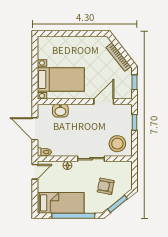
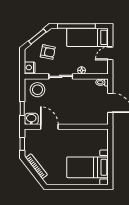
bed with nightstands: (61, 79) -> (87, 167), moved
door: (104, 102) -> (49, 127), swing flipped
washbasin: (60, 111) -> (31, 119), moved
nightstand: (126, 169) -> (30, 67), added
door: (35, 172) -> (110, 53), moved

